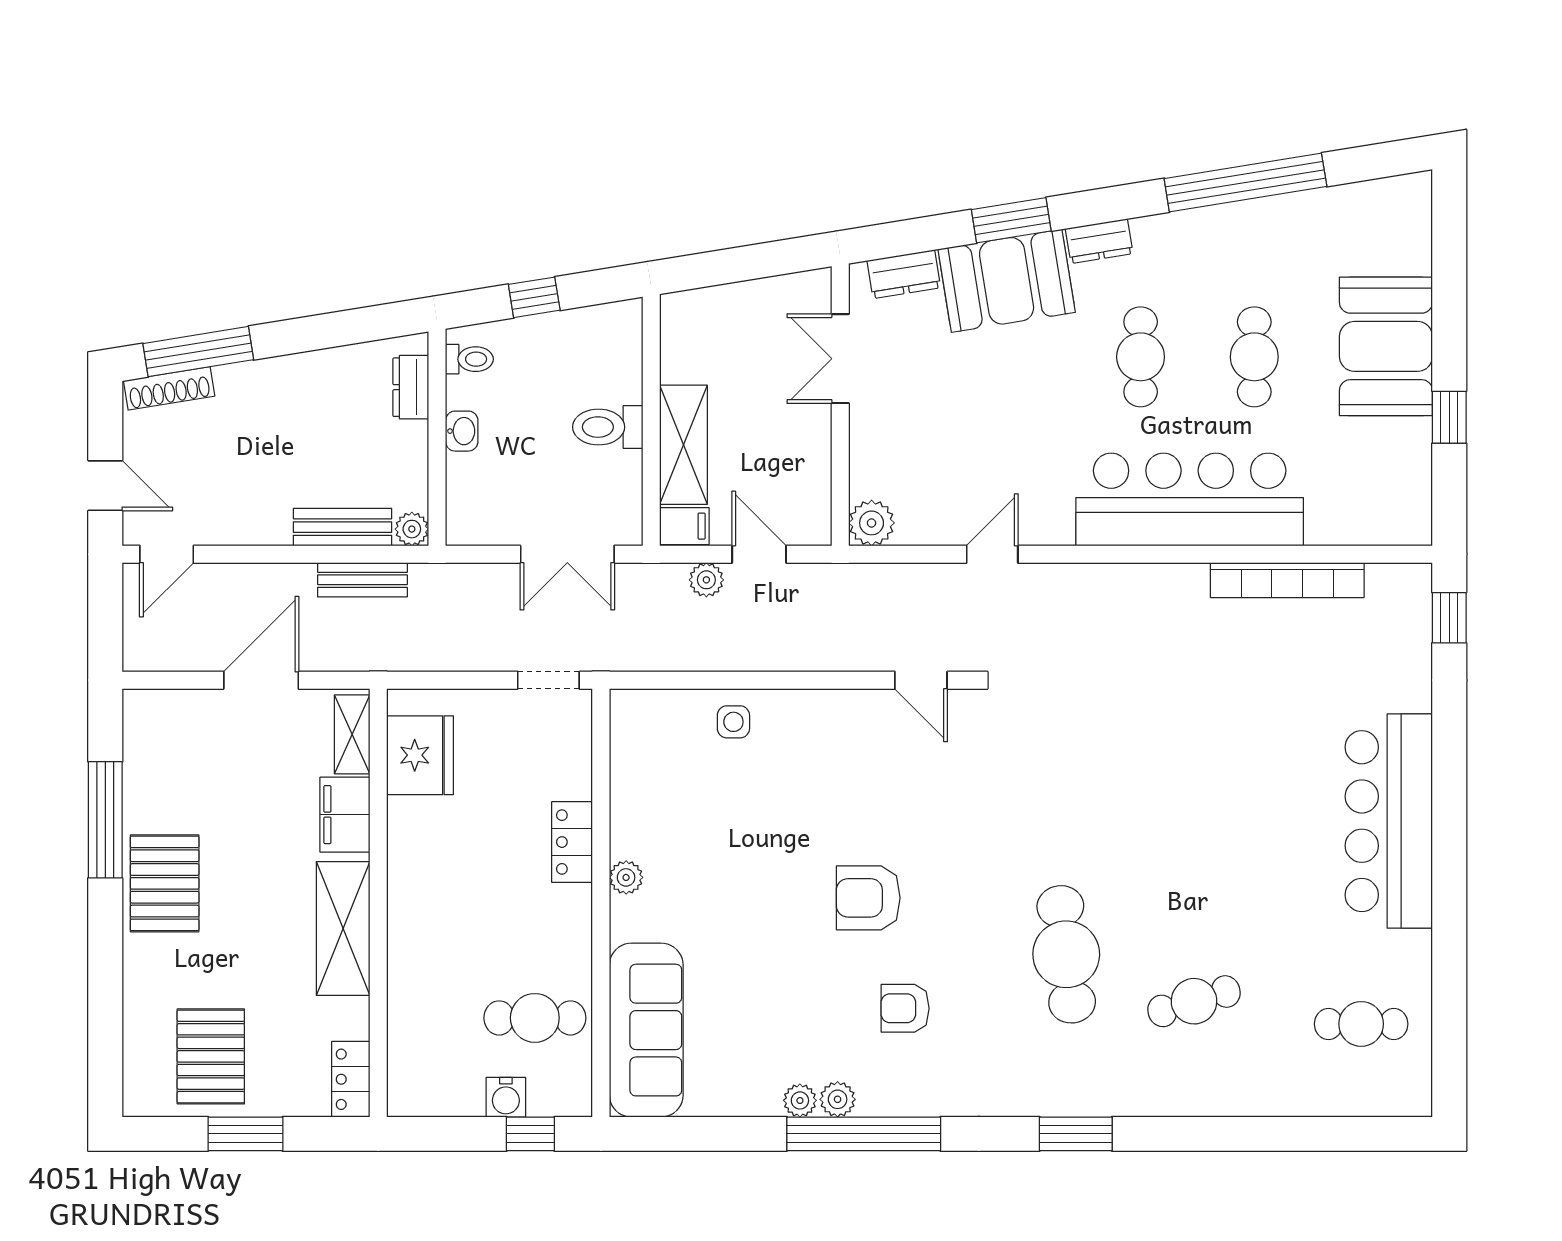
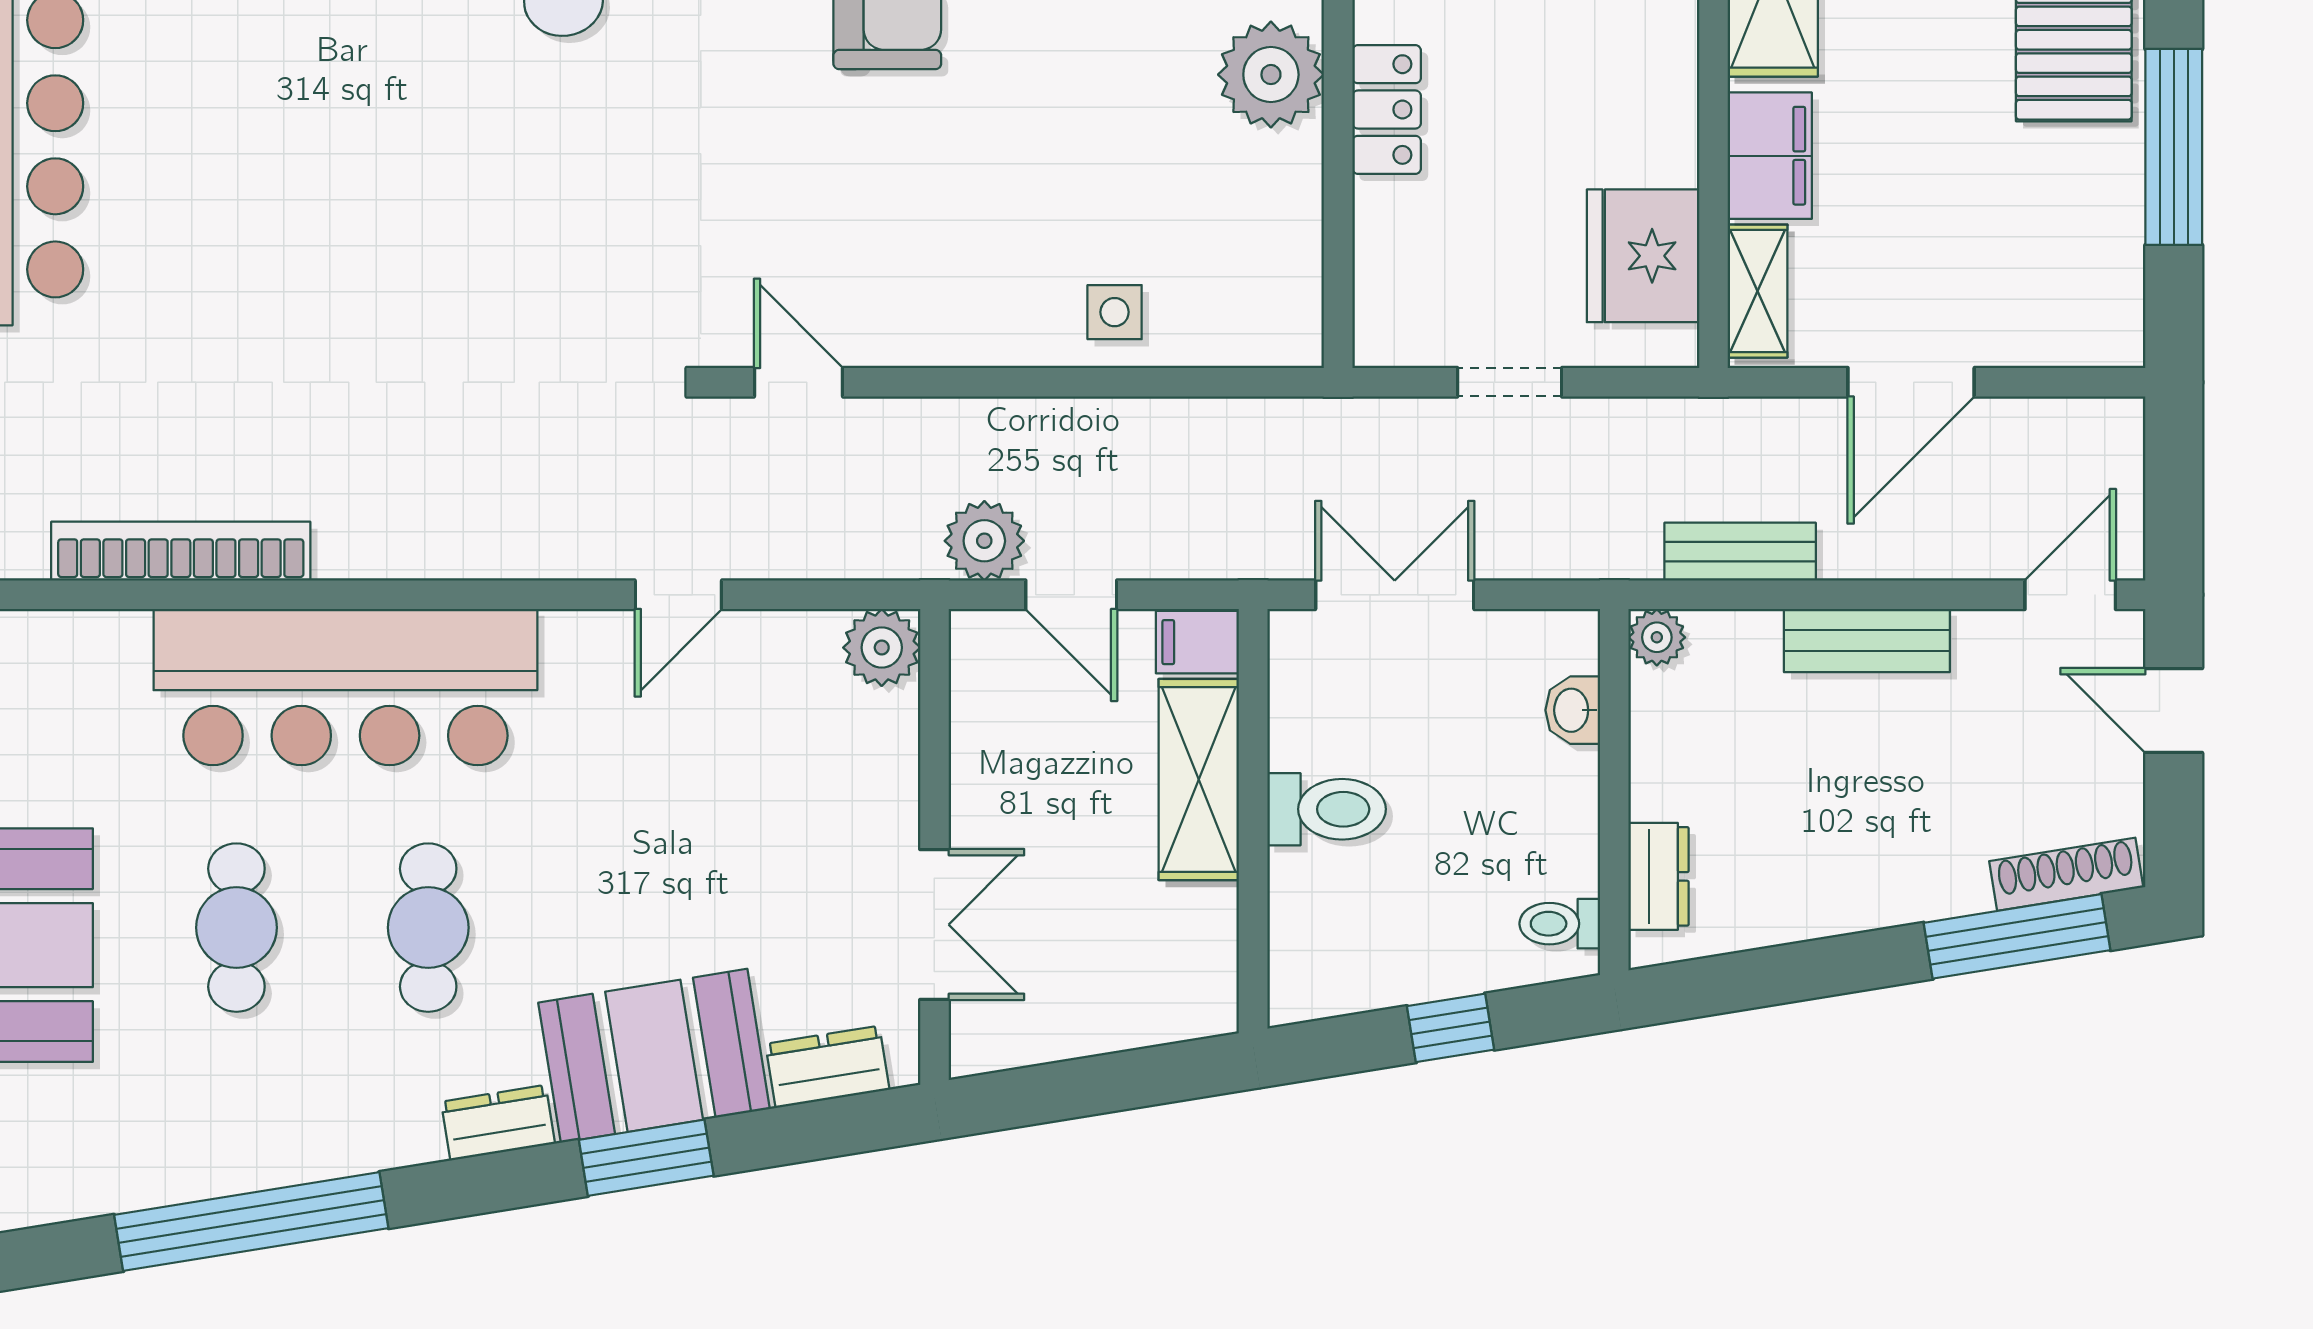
washbasin: (462, 431) -> (1573, 710), moved
bench: (342, 527) -> (1867, 641), moved
plant: (706, 580) -> (984, 541), moved, width x1.38, depth x1.38
doorway: (548, 680) -> (1510, 382), moved
plant: (626, 877) -> (1271, 75), width x1.87, depth x1.87

